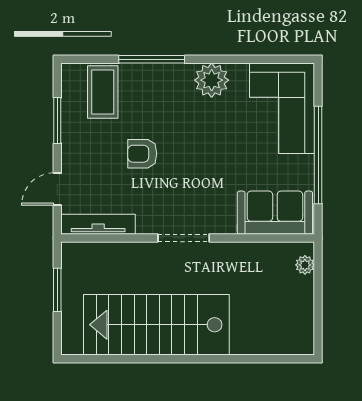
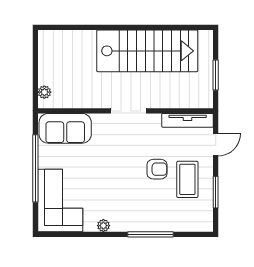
plant: (212, 80) -> (103, 226), width x0.53, depth x0.53
coffee table: (103, 92) -> (187, 179), moved

